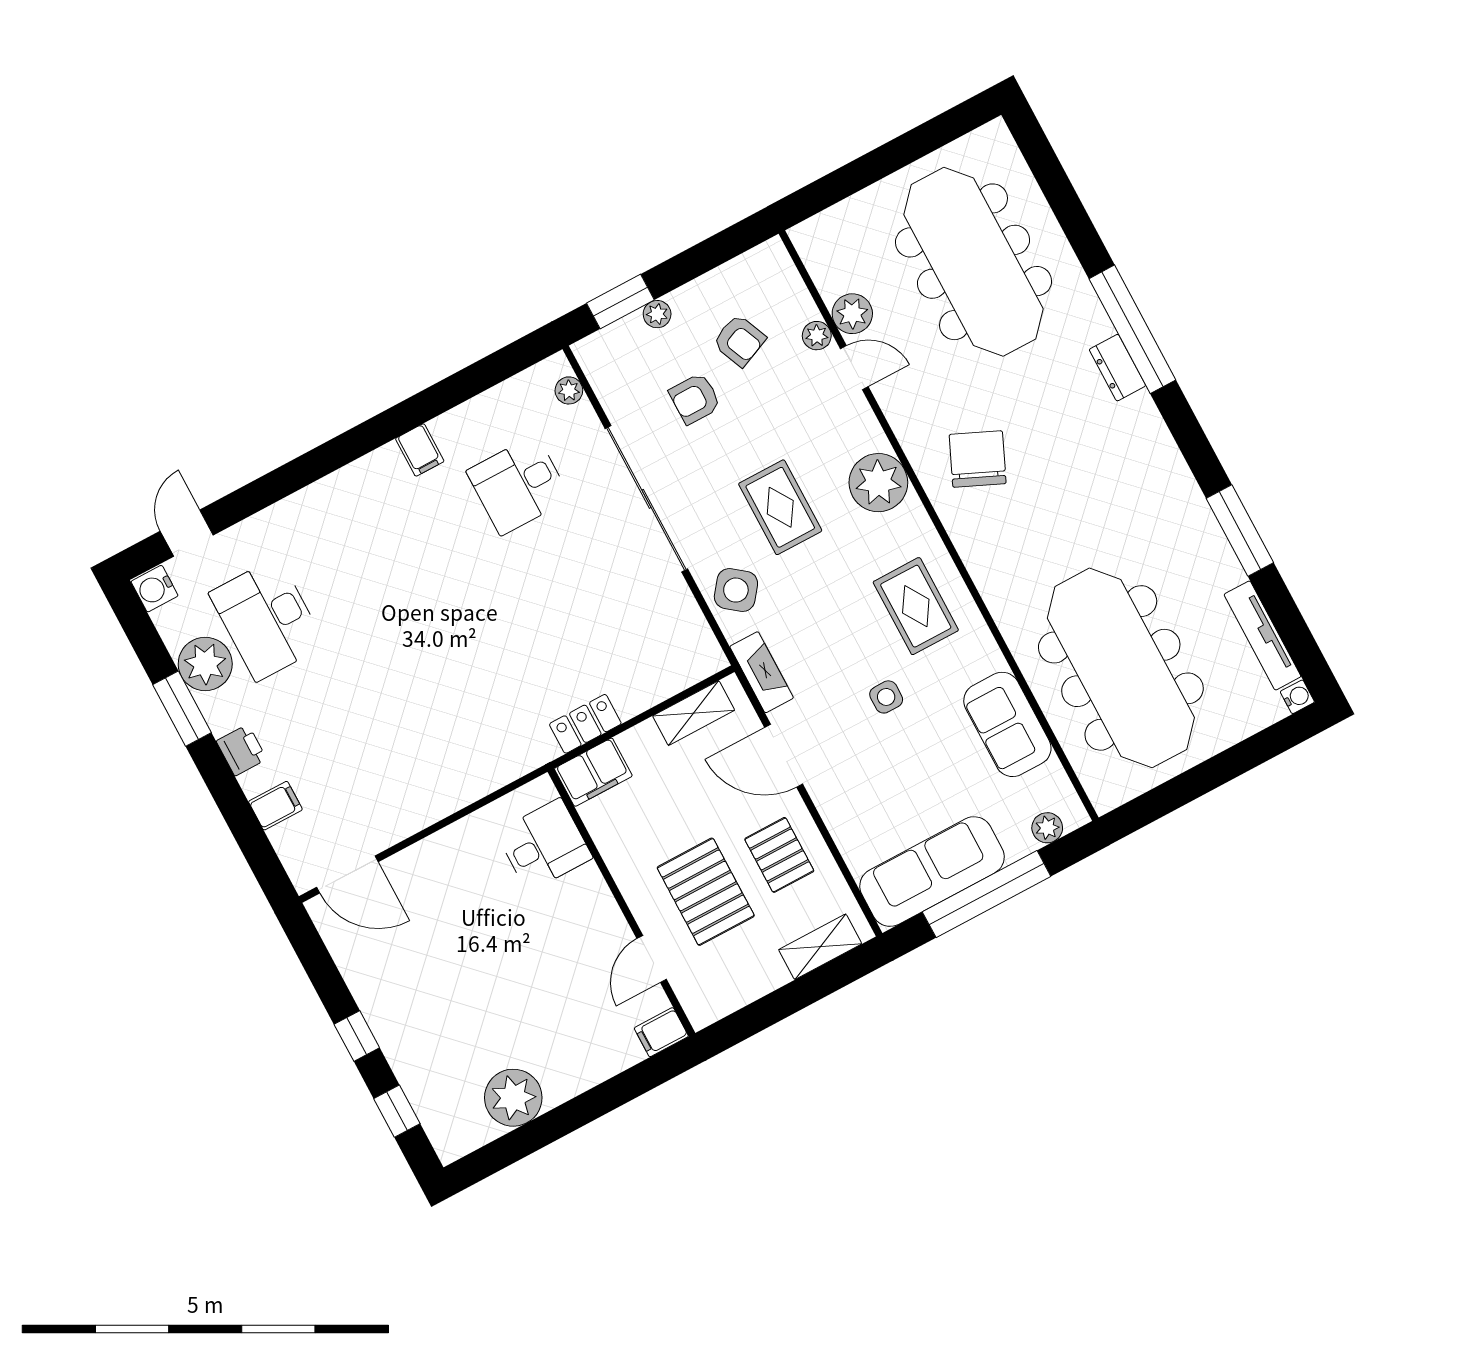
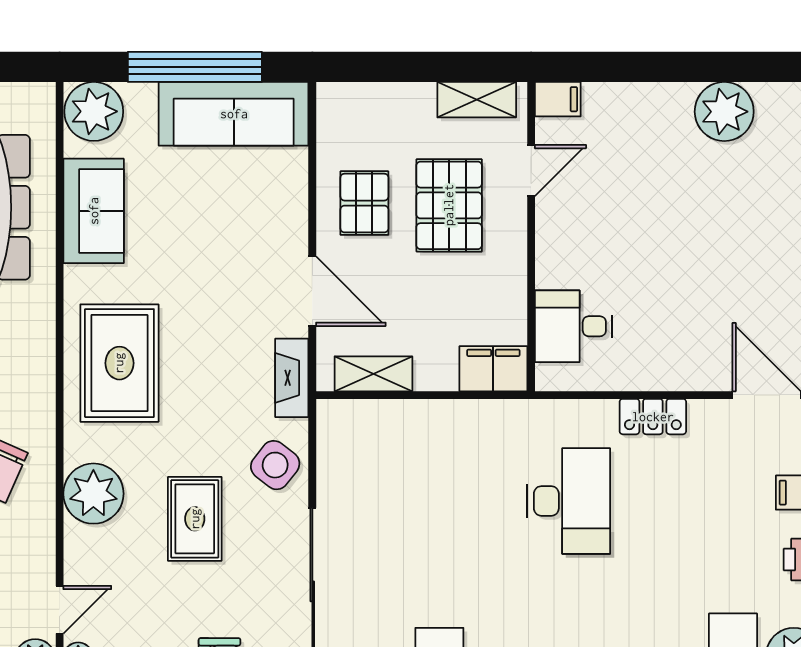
door: (854, 368) -> (60, 610), swing flipped
rug: (916, 606) -> (119, 363), width x1.36, depth x1.43
desk: (468, 693) -> (569, 501), added
side table: (886, 697) -> (190, 295), removed
locker: (585, 724) -> (653, 417), moved
plant: (1047, 828) -> (94, 111), width x1.87, depth x1.87
shelving: (820, 947) -> (477, 100), moved

